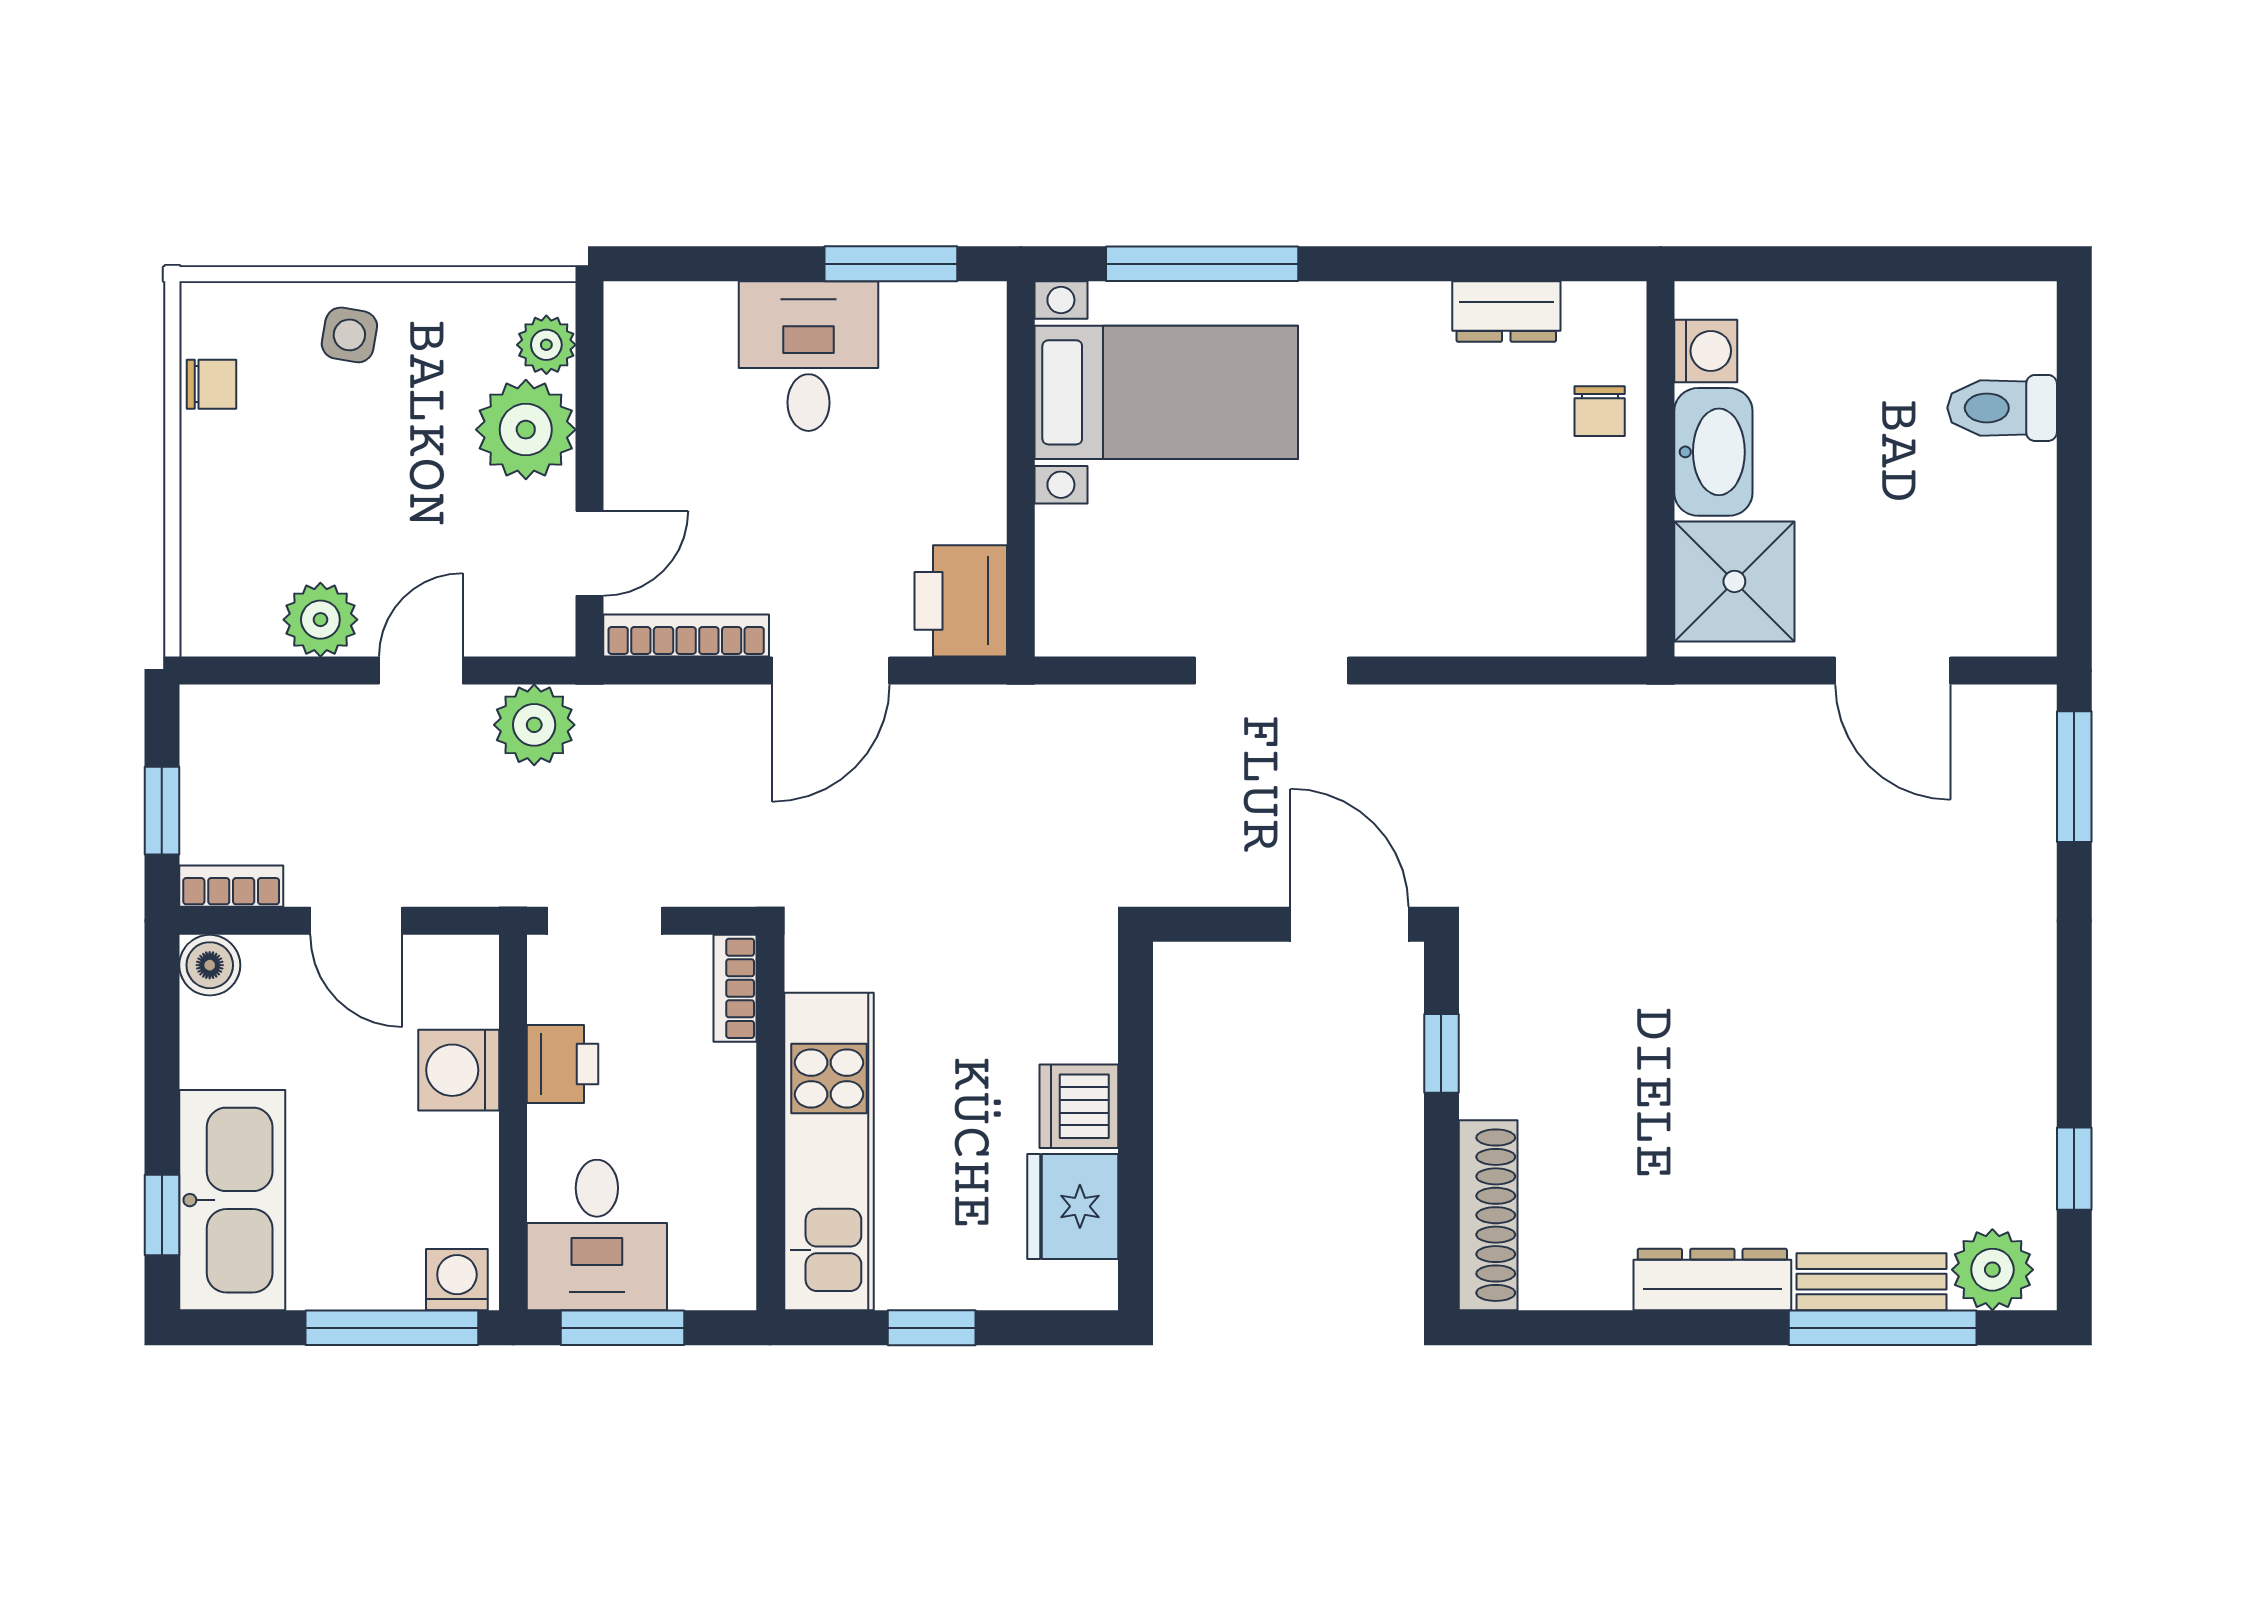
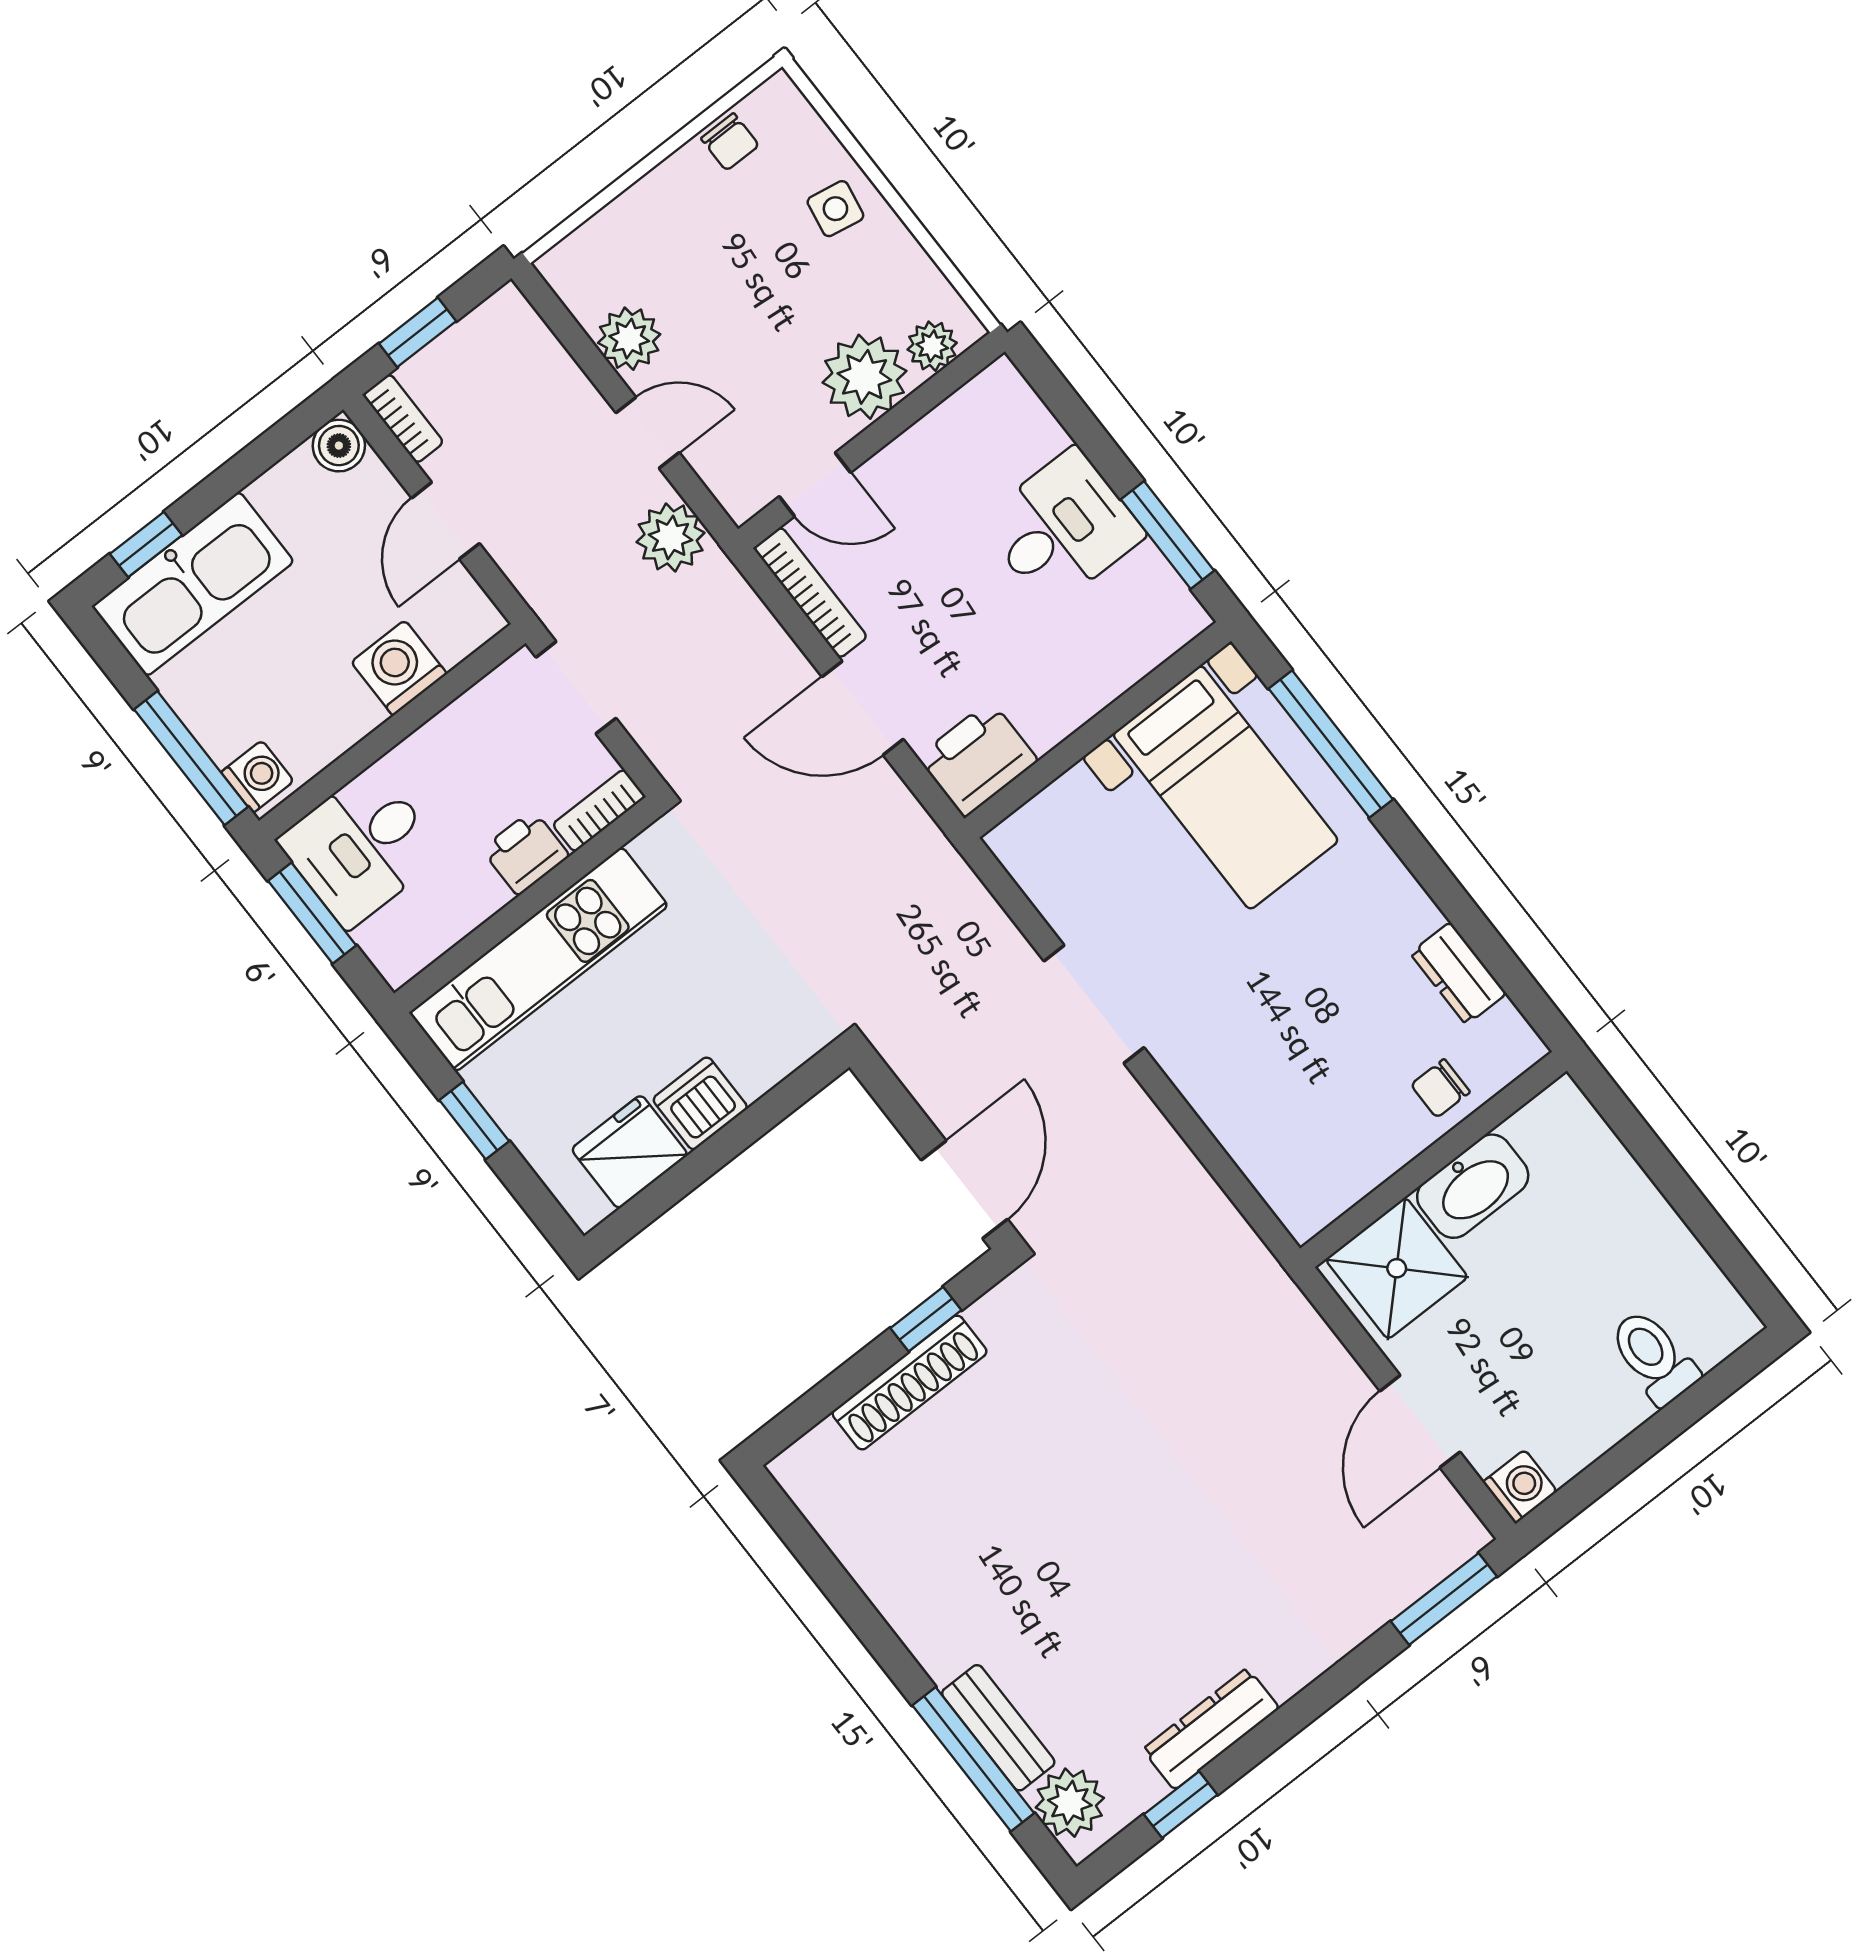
washing machine: (1706, 351) -> (1520, 1487), moved, turned -90
printer: (563, 1064) -> (526, 853), moved, turned 180
shoe rack: (1488, 1215) -> (910, 1382), moved
dresser: (1712, 1279) -> (1211, 1729), moved, turned -90

